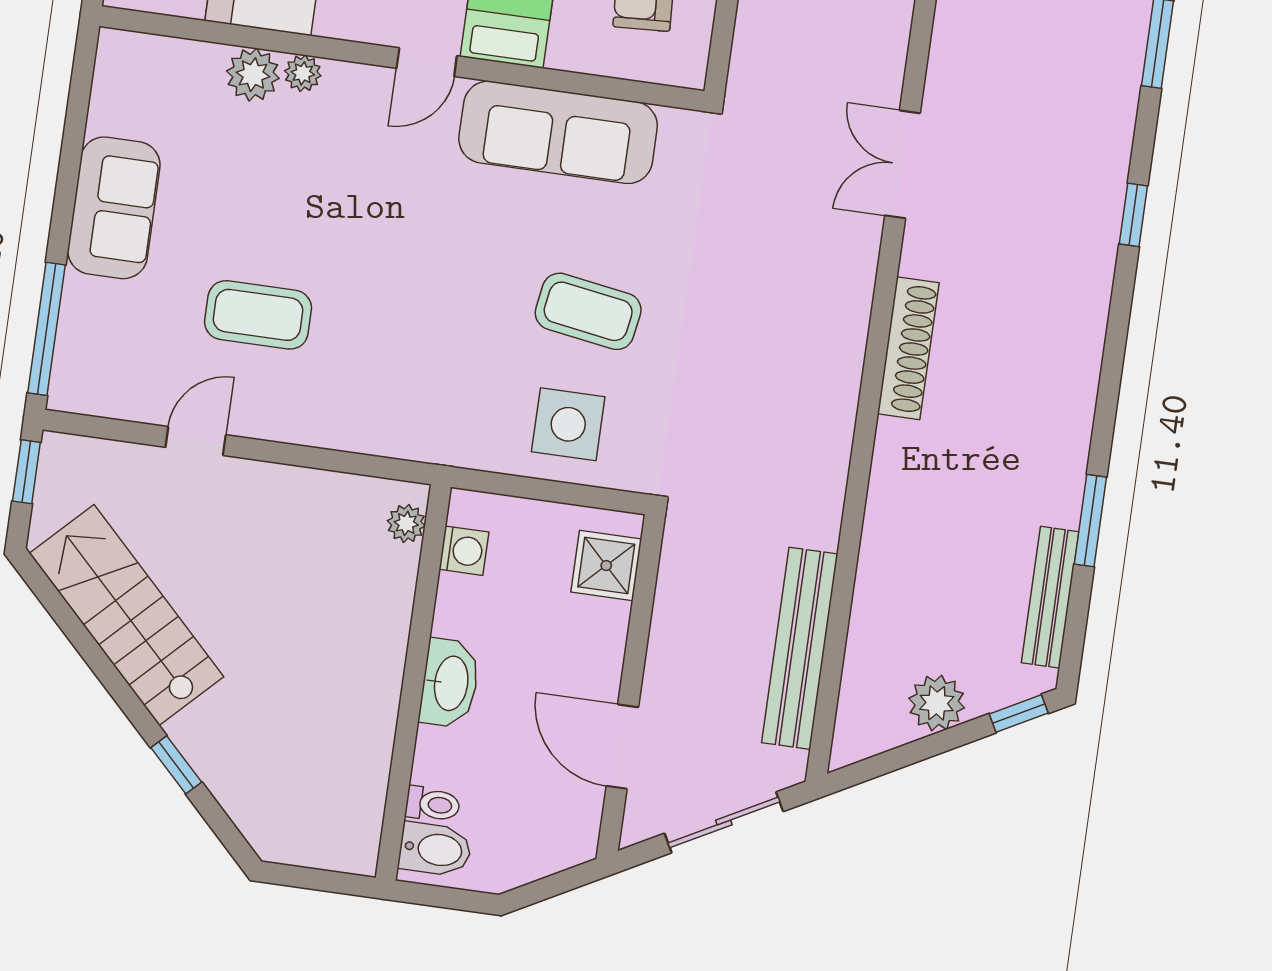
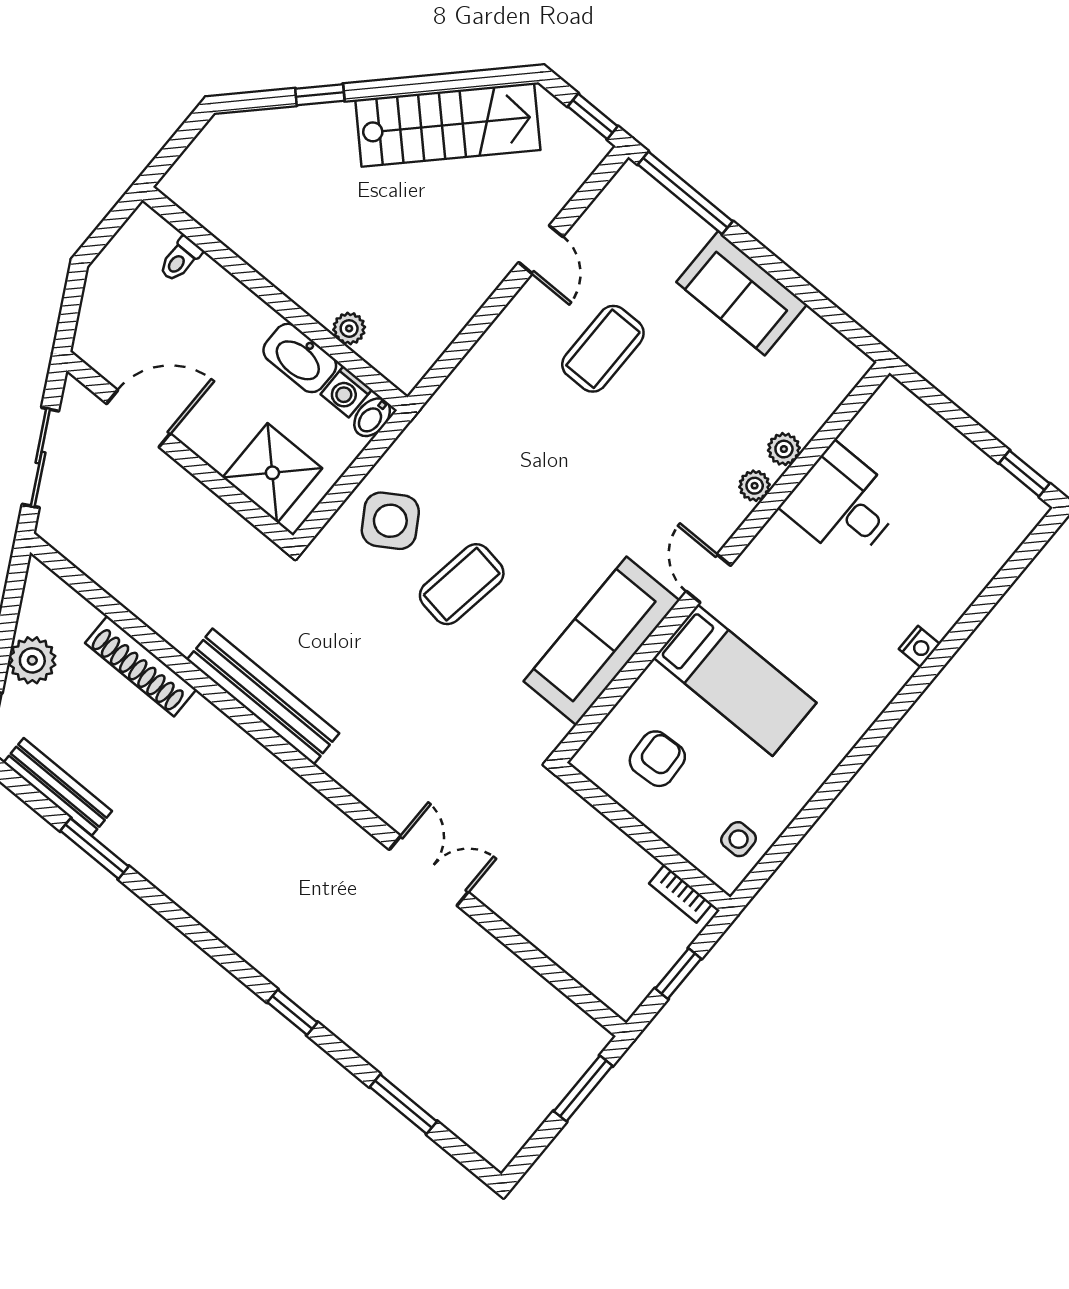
plant: (253, 75) -> (784, 449), width x0.73, depth x0.73
shoe rack: (908, 348) -> (141, 666), moved
side table: (568, 424) -> (390, 521), turned -32
plant: (406, 523) -> (349, 328), moved
shower: (606, 566) -> (272, 473), width x1.36, depth x1.36
bench: (800, 648) -> (263, 697), moved
washbasin: (450, 683) -> (300, 358), moved
bidet: (435, 849) -> (372, 417), moved, width x0.72, depth x0.74

